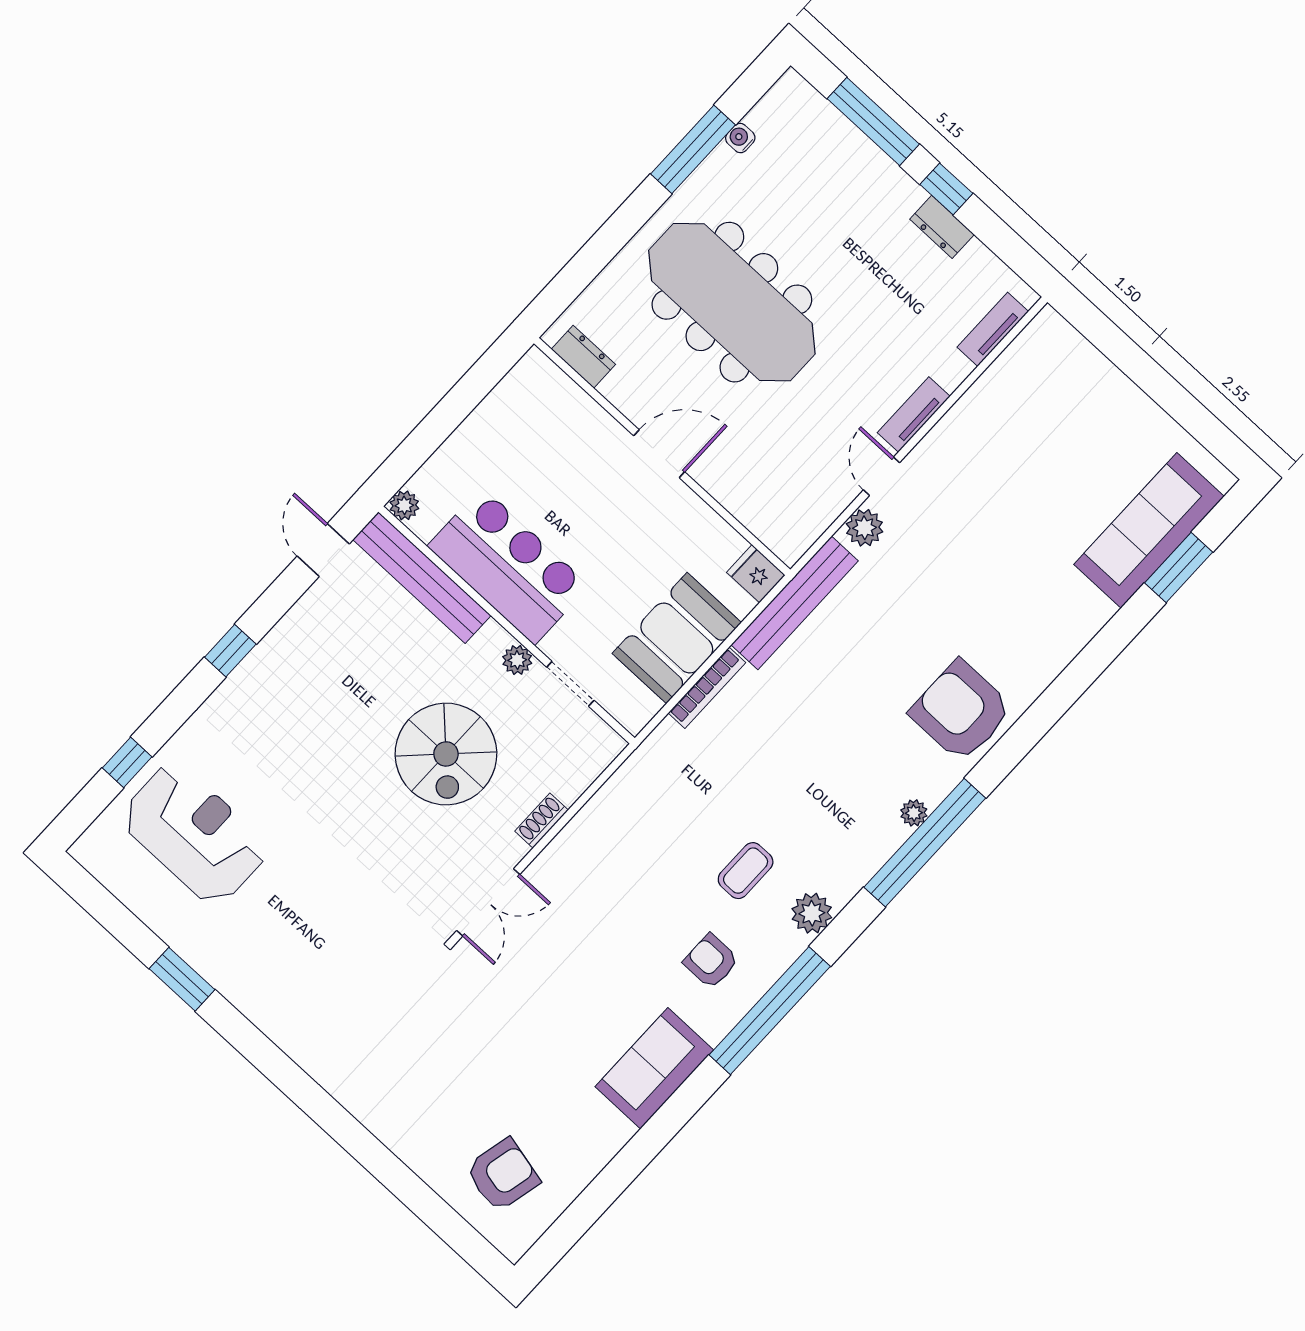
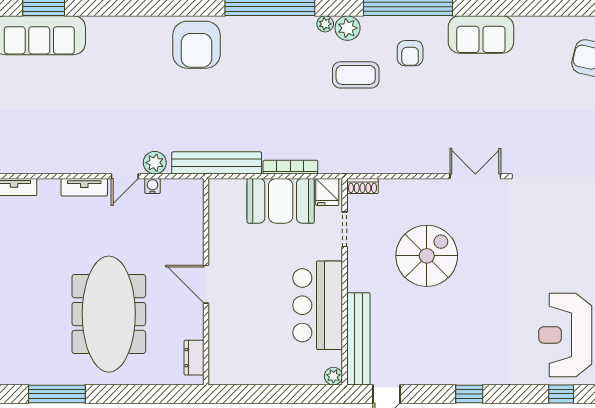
water cooler: (740, 138) -> (153, 186), moved, turned 180
fridge: (756, 574) -> (327, 192), moved
plant: (517, 660) -> (356, 263), removed
plant: (914, 813) -> (325, 24), moved
shoe rack: (542, 821) -> (362, 186), moved
coffee table: (746, 871) -> (356, 75), width x1.36, depth x1.30

